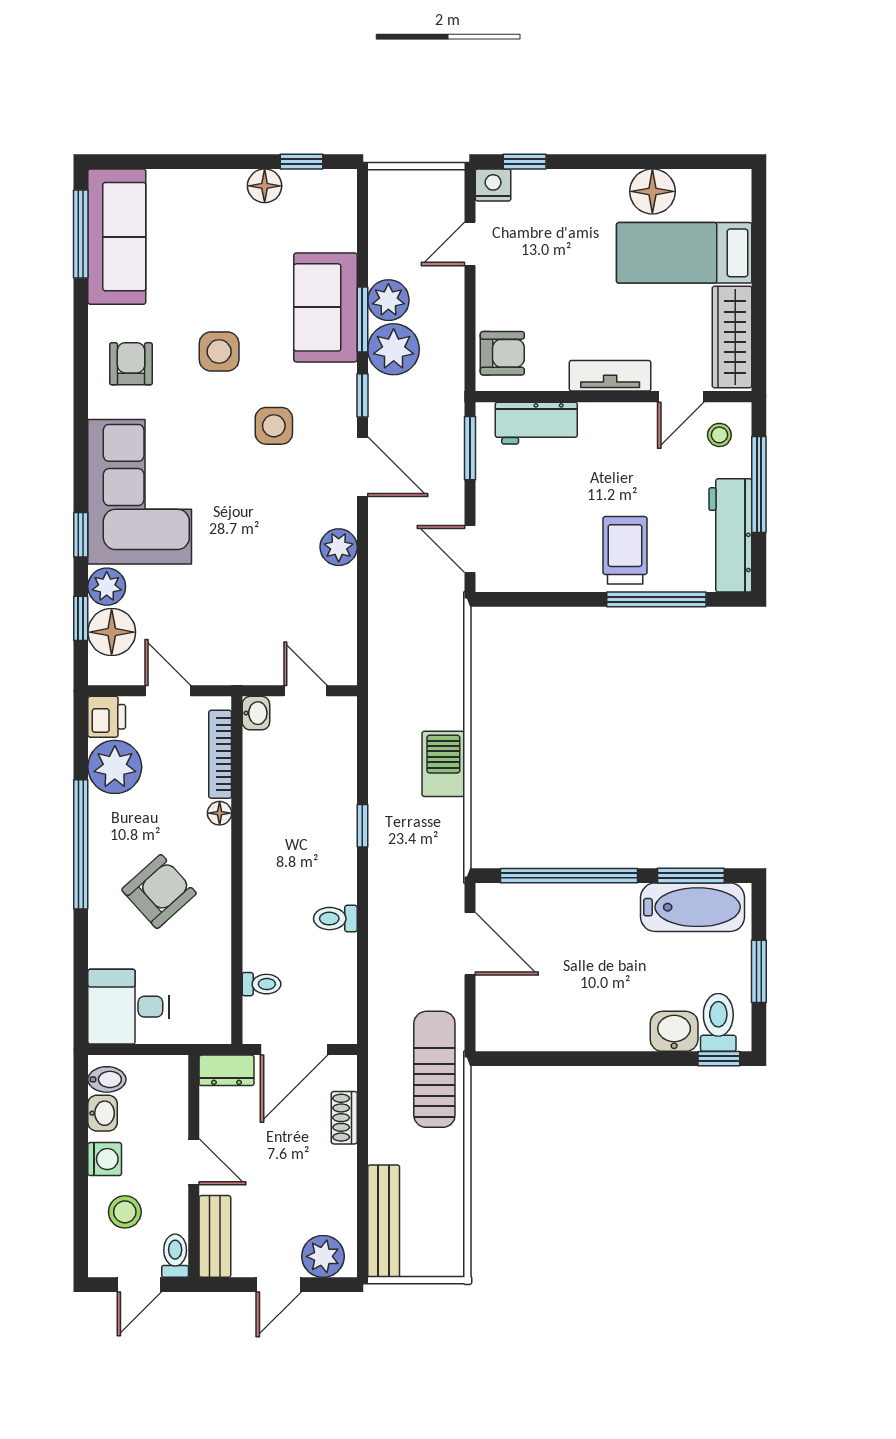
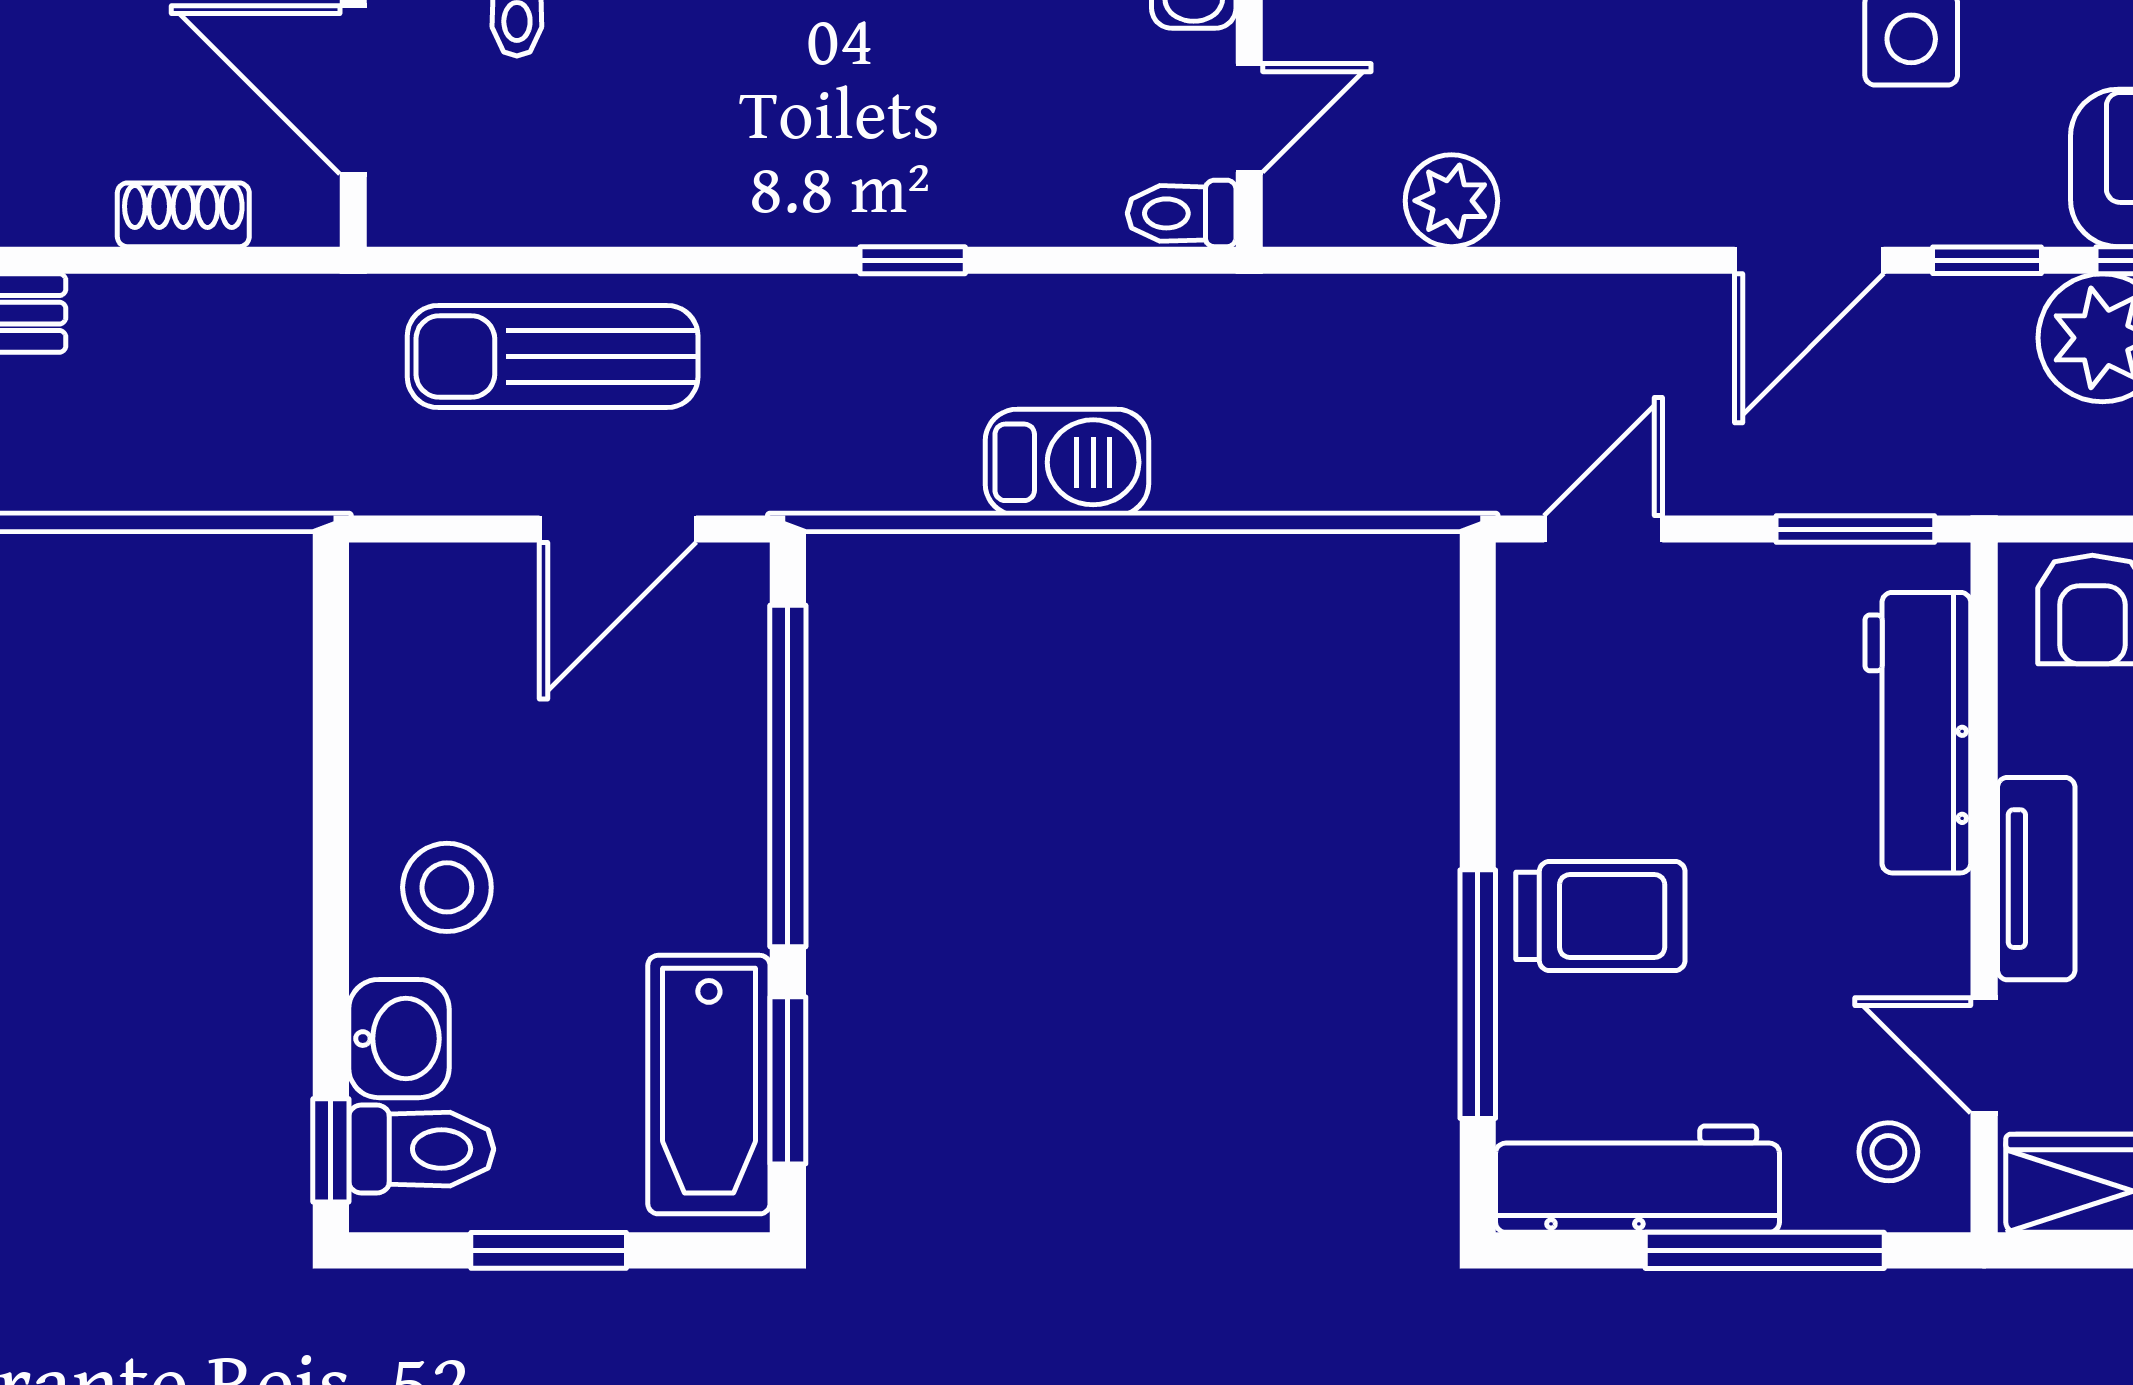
workbench: (536, 423) -> (1918, 733), width x1.37
plant: (339, 547) -> (1451, 201), moved
toilet: (335, 919) -> (1182, 213), moved, turned -90
stool: (614, 1012) -> (447, 887), added
sun lounger: (434, 1069) -> (553, 356), moved, turned 180

